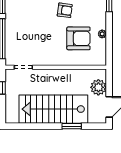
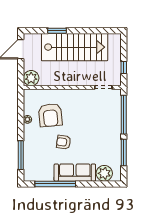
armchair: (78, 38) -> (50, 115), turned -95
plant: (98, 87) -> (31, 78), moved

